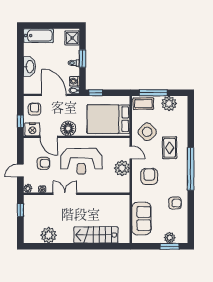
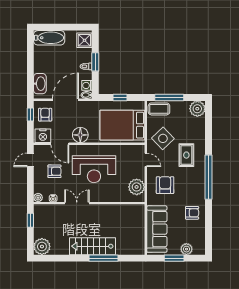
washbasin: (29, 67) -> (40, 84), moved
window: (96, 93) -> (120, 98), moved
door: (54, 95) -> (65, 100), hinge flipped
plant: (169, 103) -> (197, 109), moved
window: (20, 121) -> (30, 114), moved
plant: (122, 168) -> (137, 187), moved
door: (20, 171) -> (30, 160), moved
sofa: (141, 219) -> (157, 229), width x1.36
plant: (49, 235) -> (42, 247), moved
stairs: (96, 235) -> (92, 246), moved
window: (90, 246) -> (103, 258), added
window: (170, 246) -> (174, 258), moved

